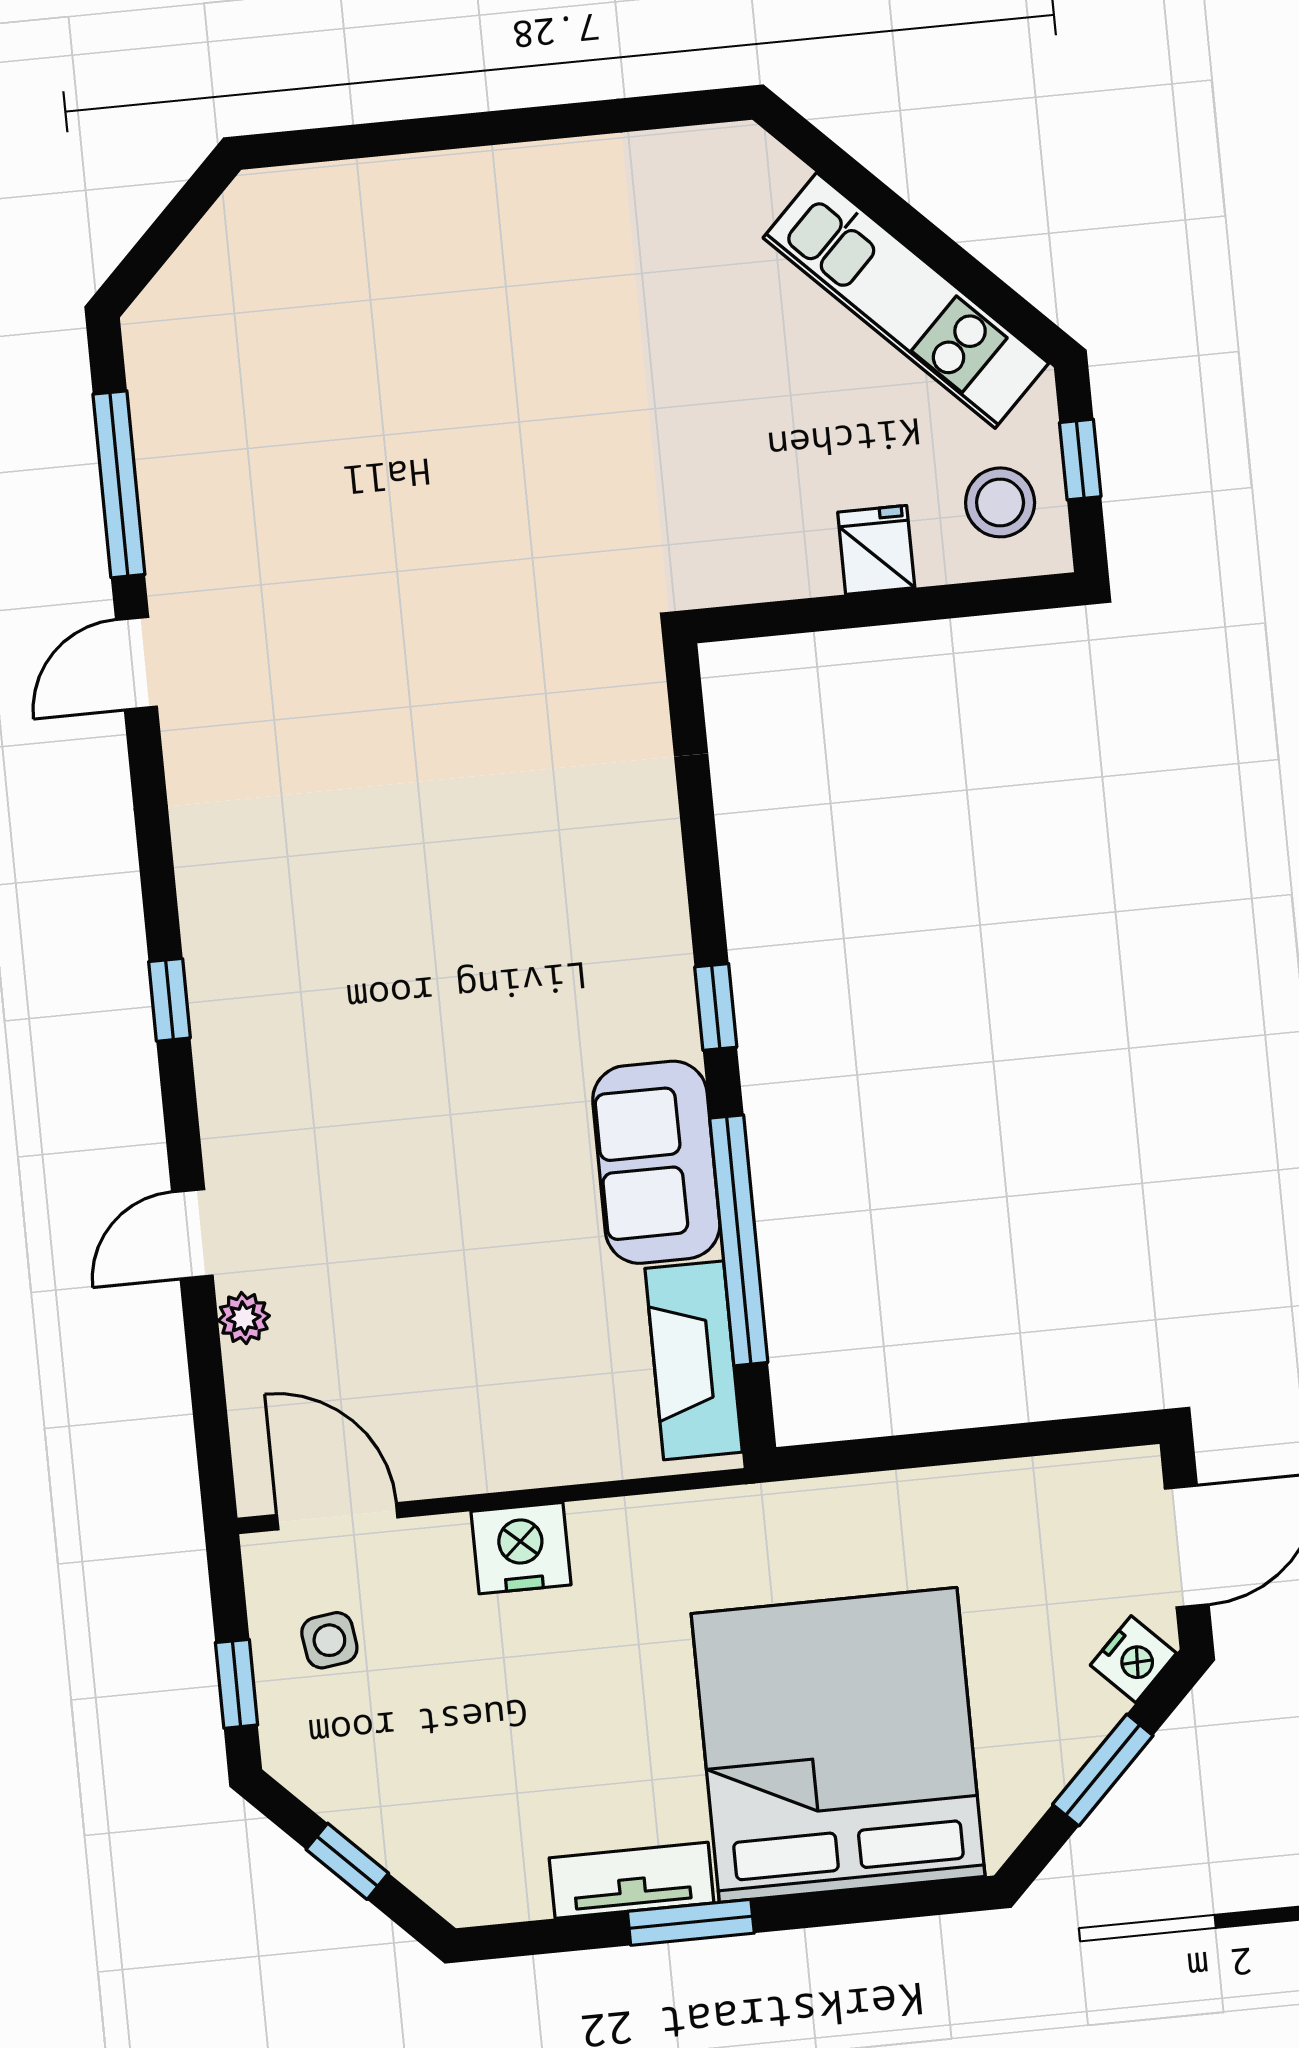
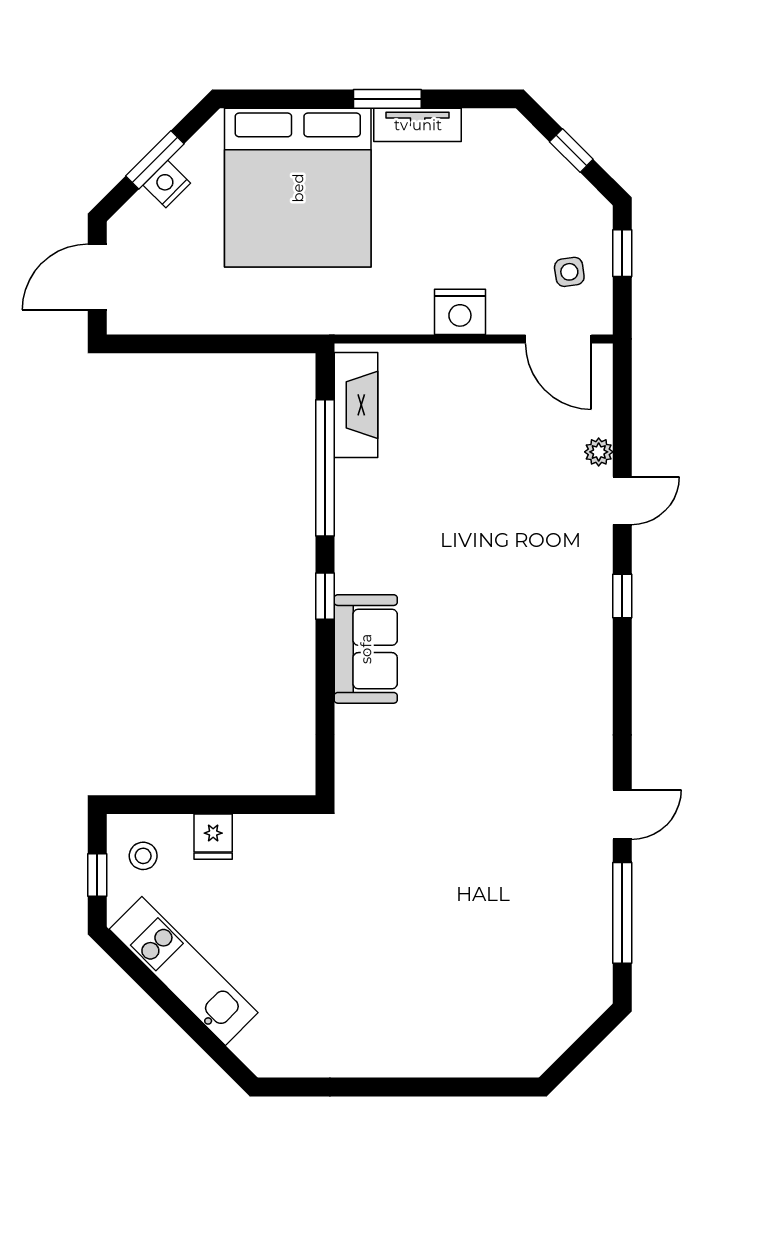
stool: (1000, 502) -> (143, 856), width x0.73, depth x0.73
window: (169, 1000) -> (622, 596), moved
sofa: (656, 1162) -> (366, 649), moved
nightstand: (1133, 1659) -> (167, 184), moved

